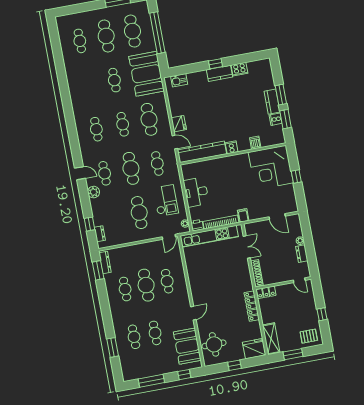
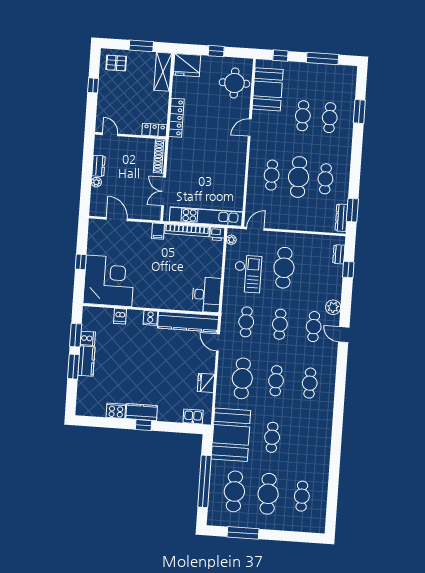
fridge: (179, 124) -> (206, 383), moved
cafe table: (131, 168) -> (280, 324), width x0.73, depth x0.74
desk: (196, 192) -> (206, 295), moved
checkout: (166, 201) -> (248, 274), turned 180

